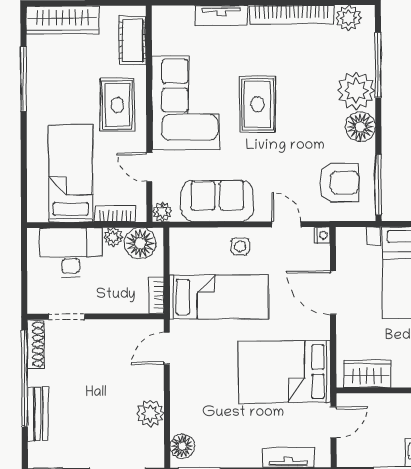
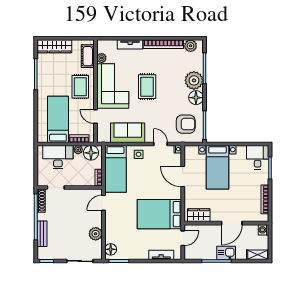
plant: (162, 212) -> (102, 58), moved
bed: (219, 297) -> (115, 169), moved, turned 90

